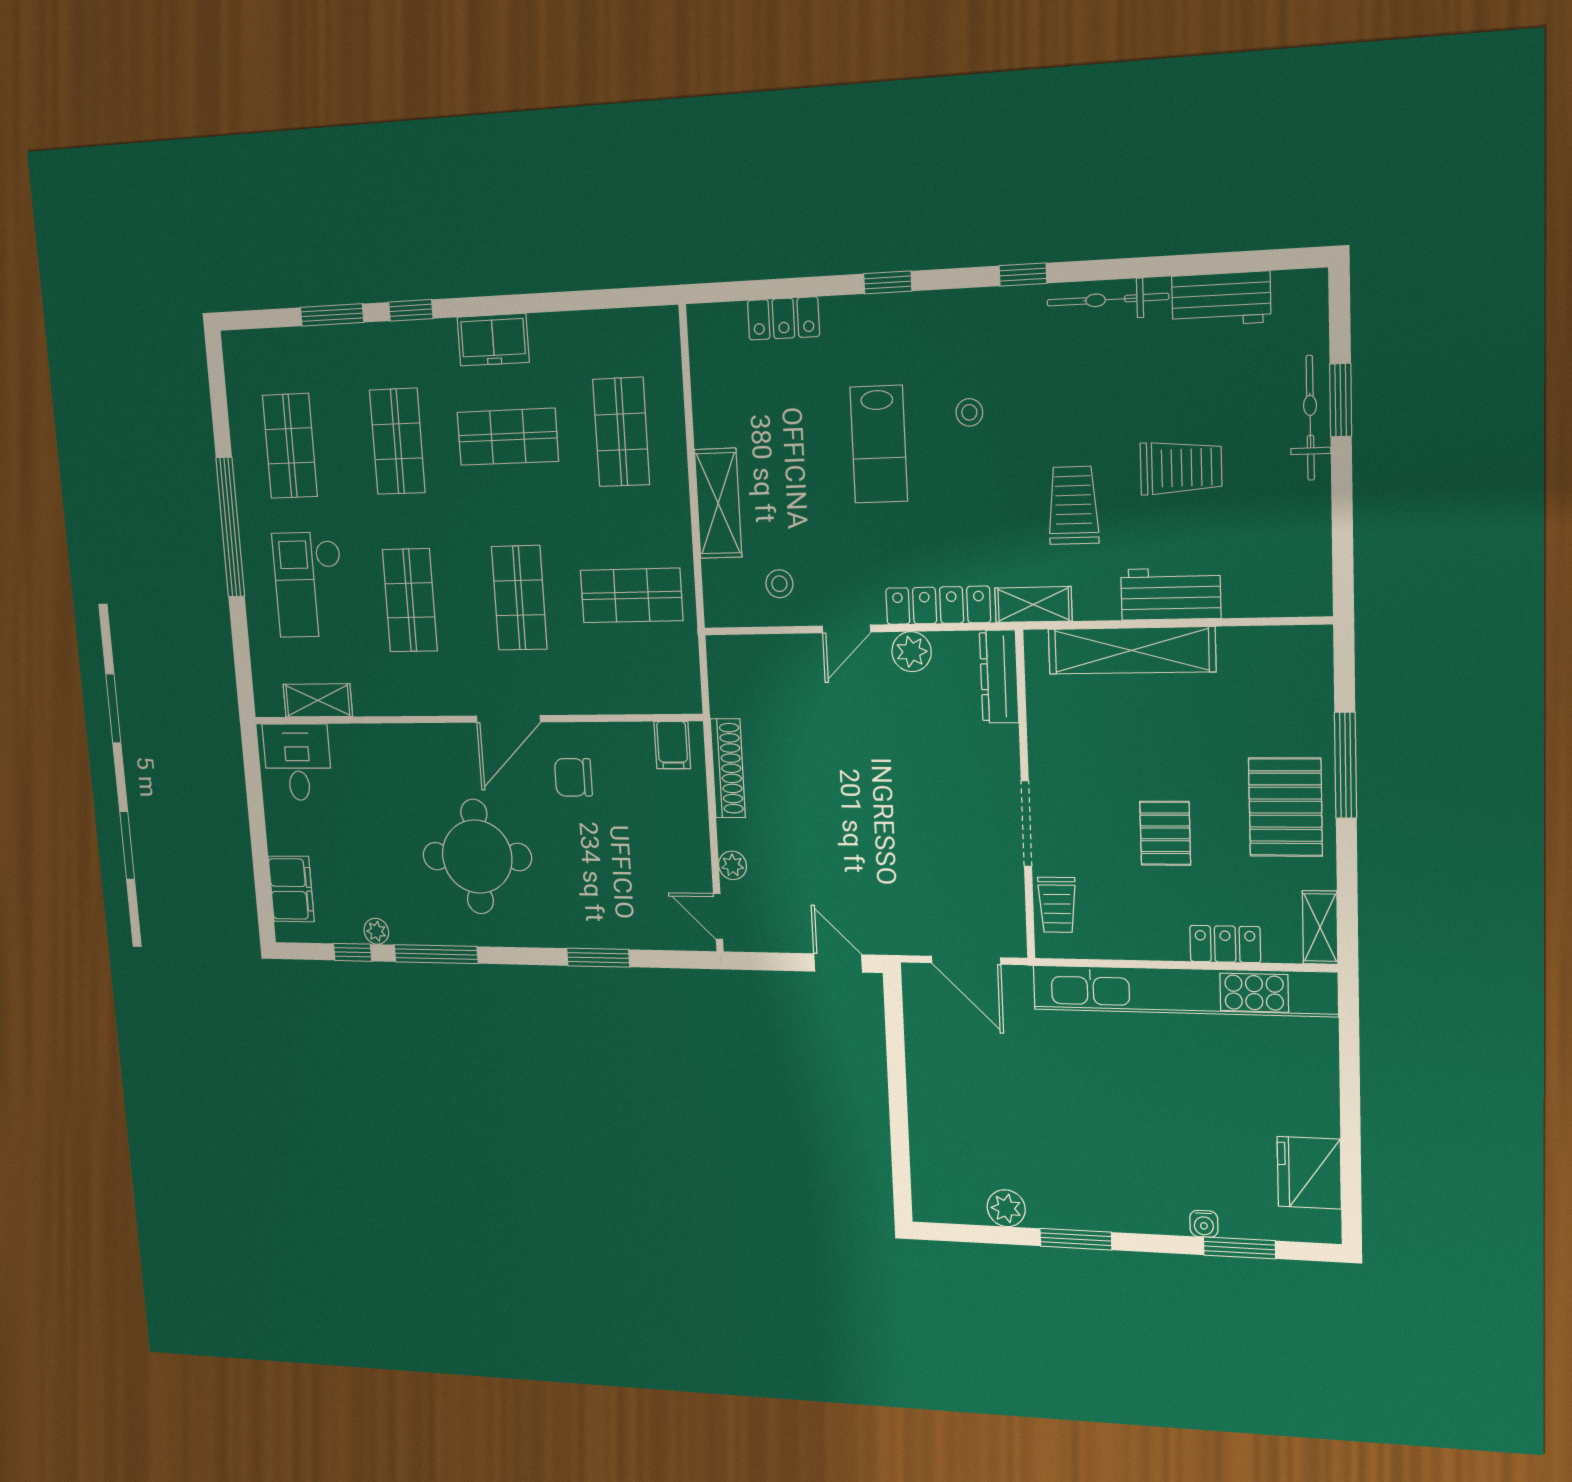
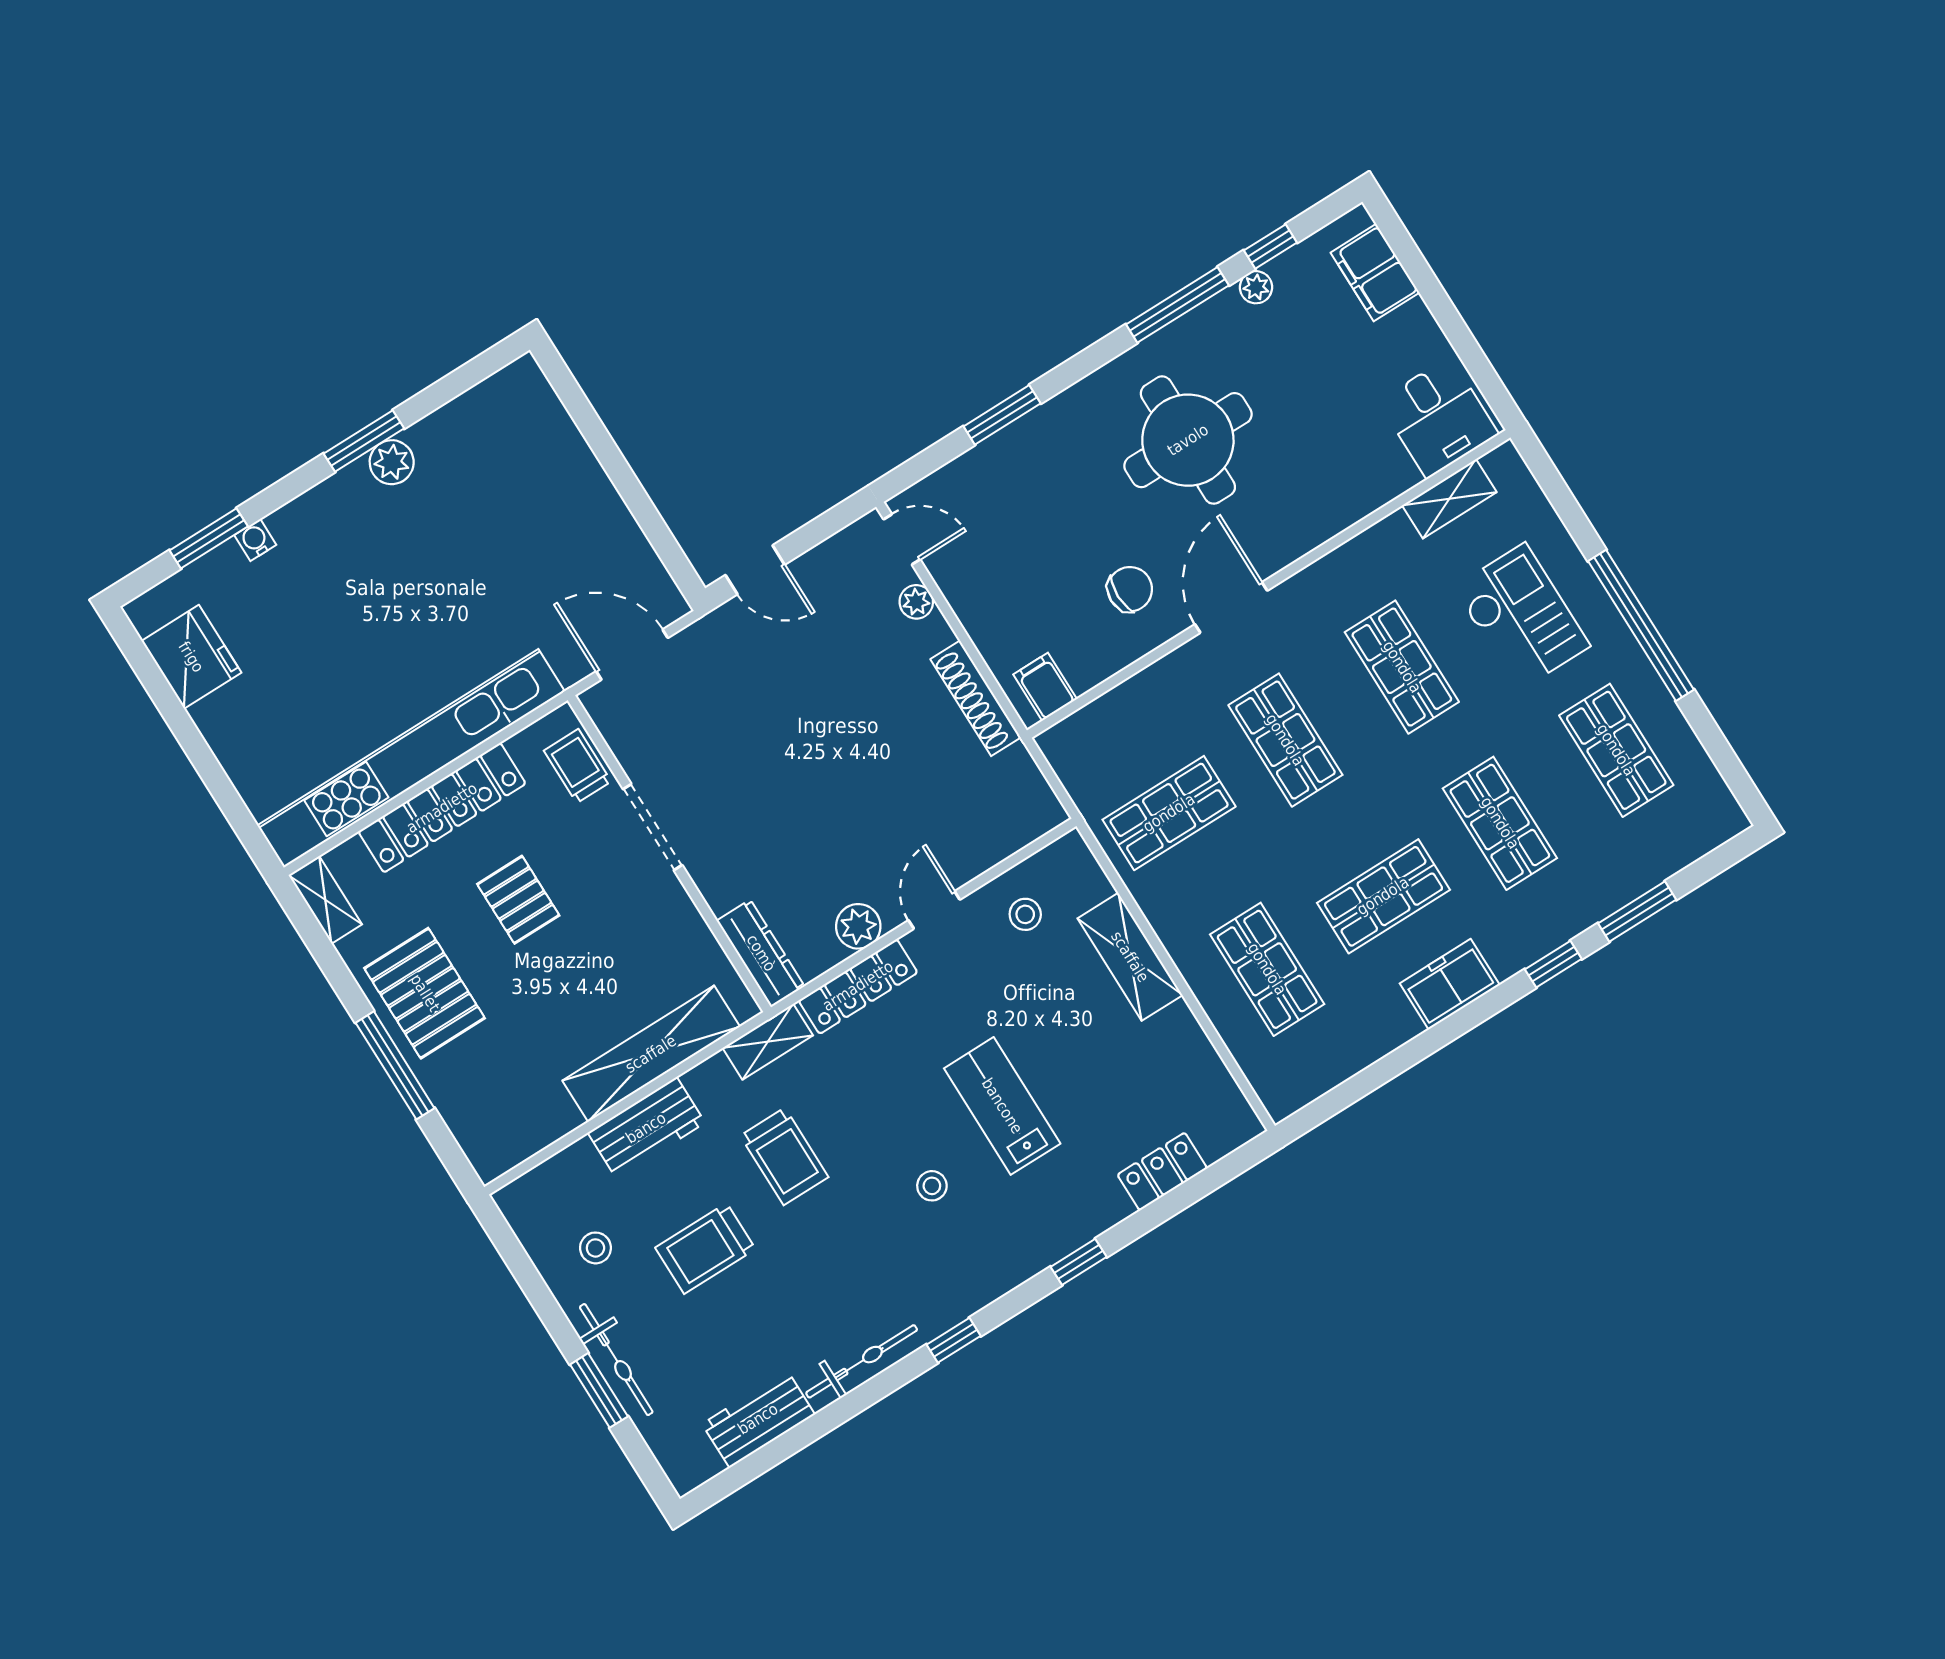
stool: (1271, 521) -> (595, 1248), added
locker: (1225, 944) -> (442, 808), width x2.16, depth x1.21
plant: (1006, 1208) -> (392, 462), moved

